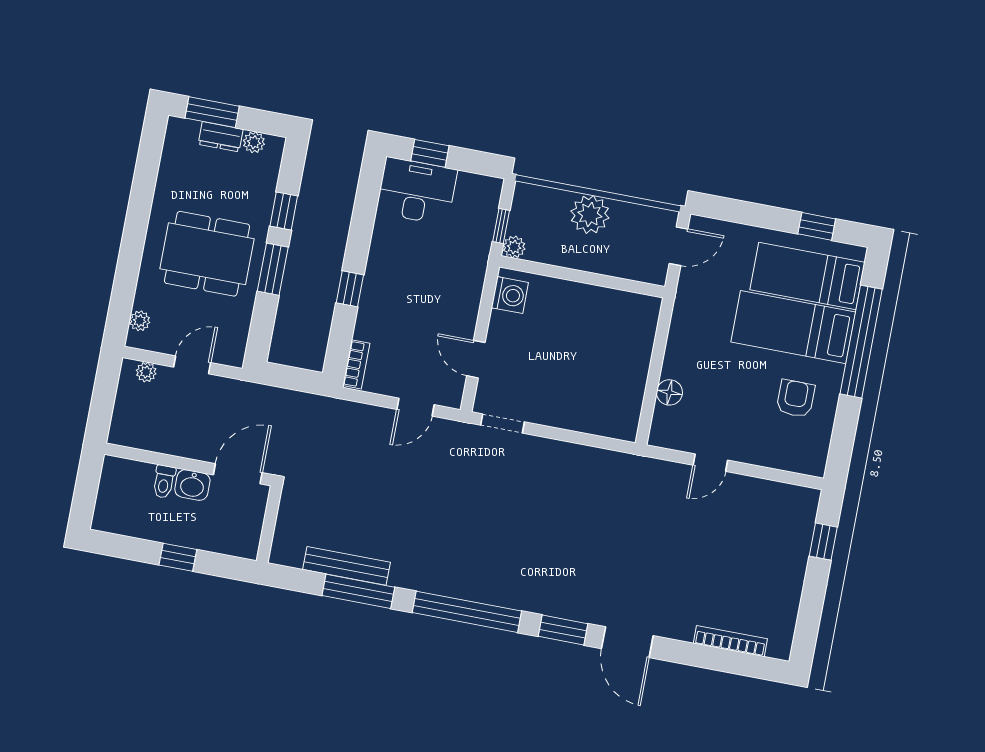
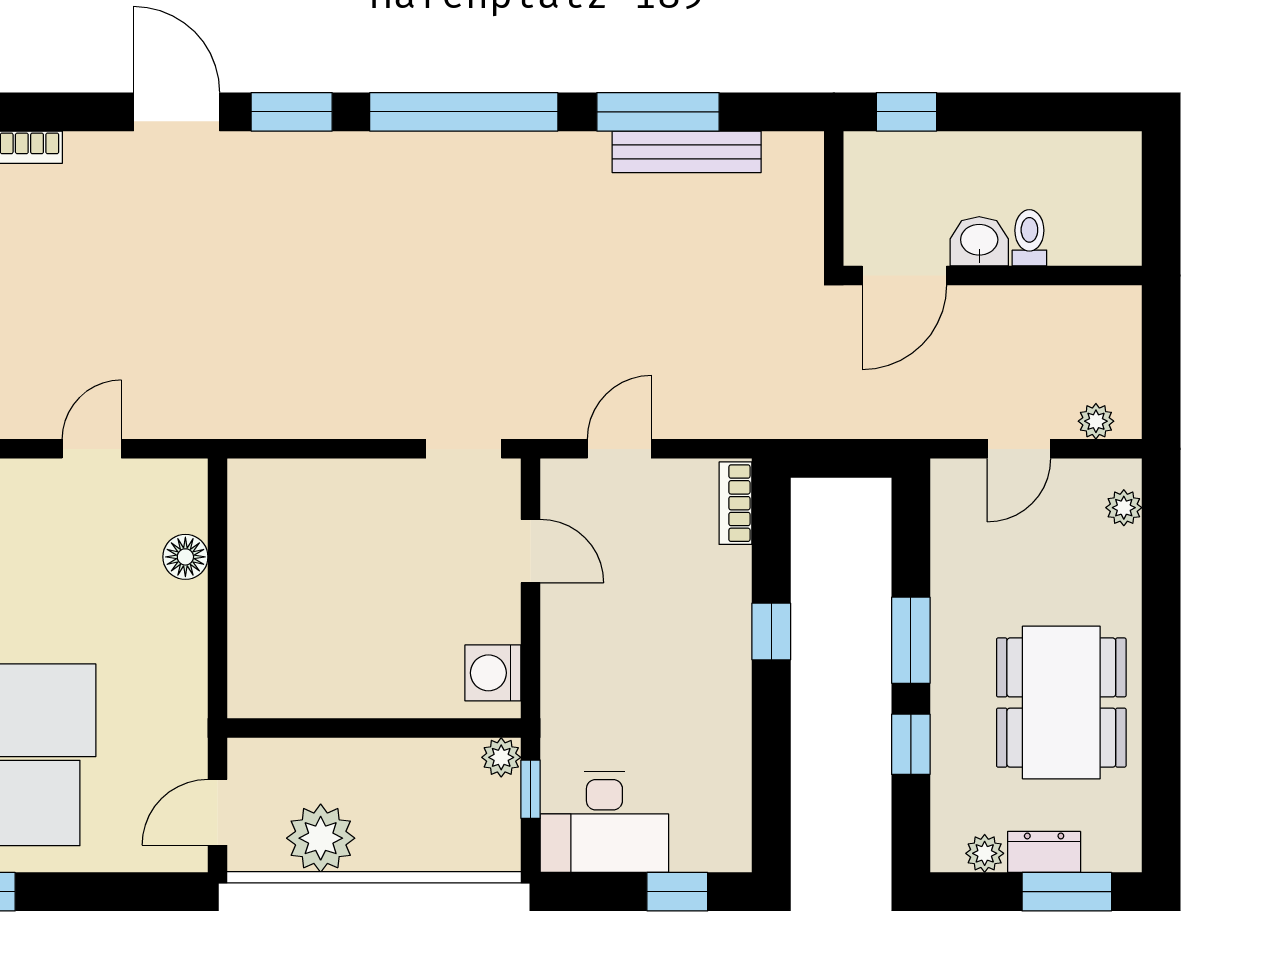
desk: (417, 191) -> (604, 822), moved
plant: (590, 215) -> (321, 838), moved
dining table: (207, 254) -> (1061, 703), moved, turned 90
window: (178, 557) -> (907, 112), moved

